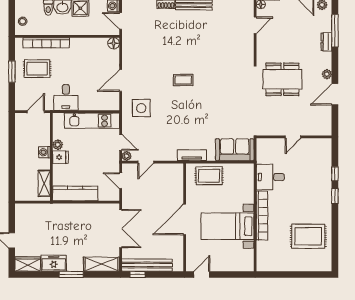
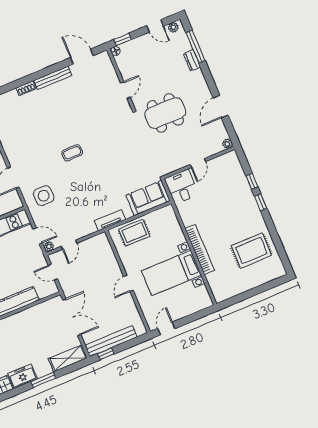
door: (255, 25) -> (125, 90), moved
plant: (327, 74) -> (227, 144), moved
desk: (270, 177) -> (182, 187), moved, turned 90
door: (185, 220) -> (128, 283), width x0.53

